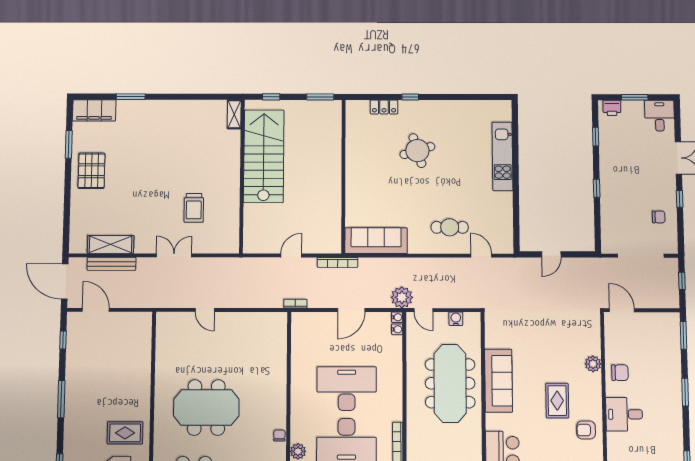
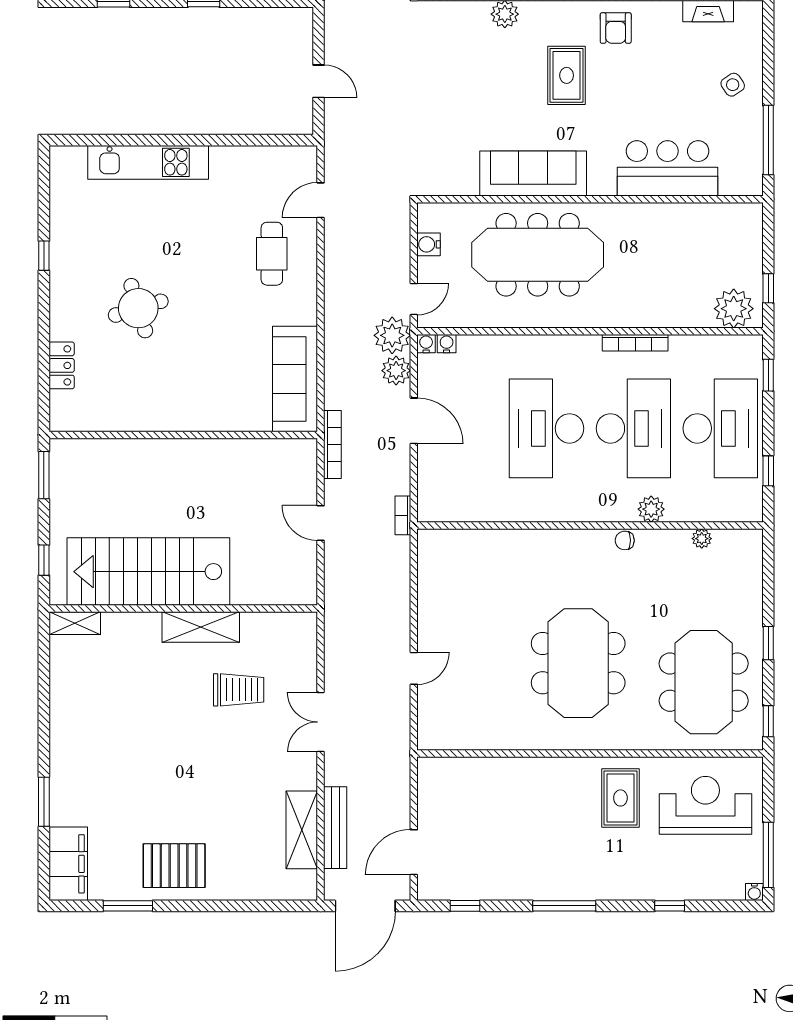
window: (410, 97) -> (44, 256), moved
shelving: (231, 186) -> (201, 627), added
plant: (381, 300) -> (396, 371), added
rug: (557, 401) -> (567, 75), turned 90

